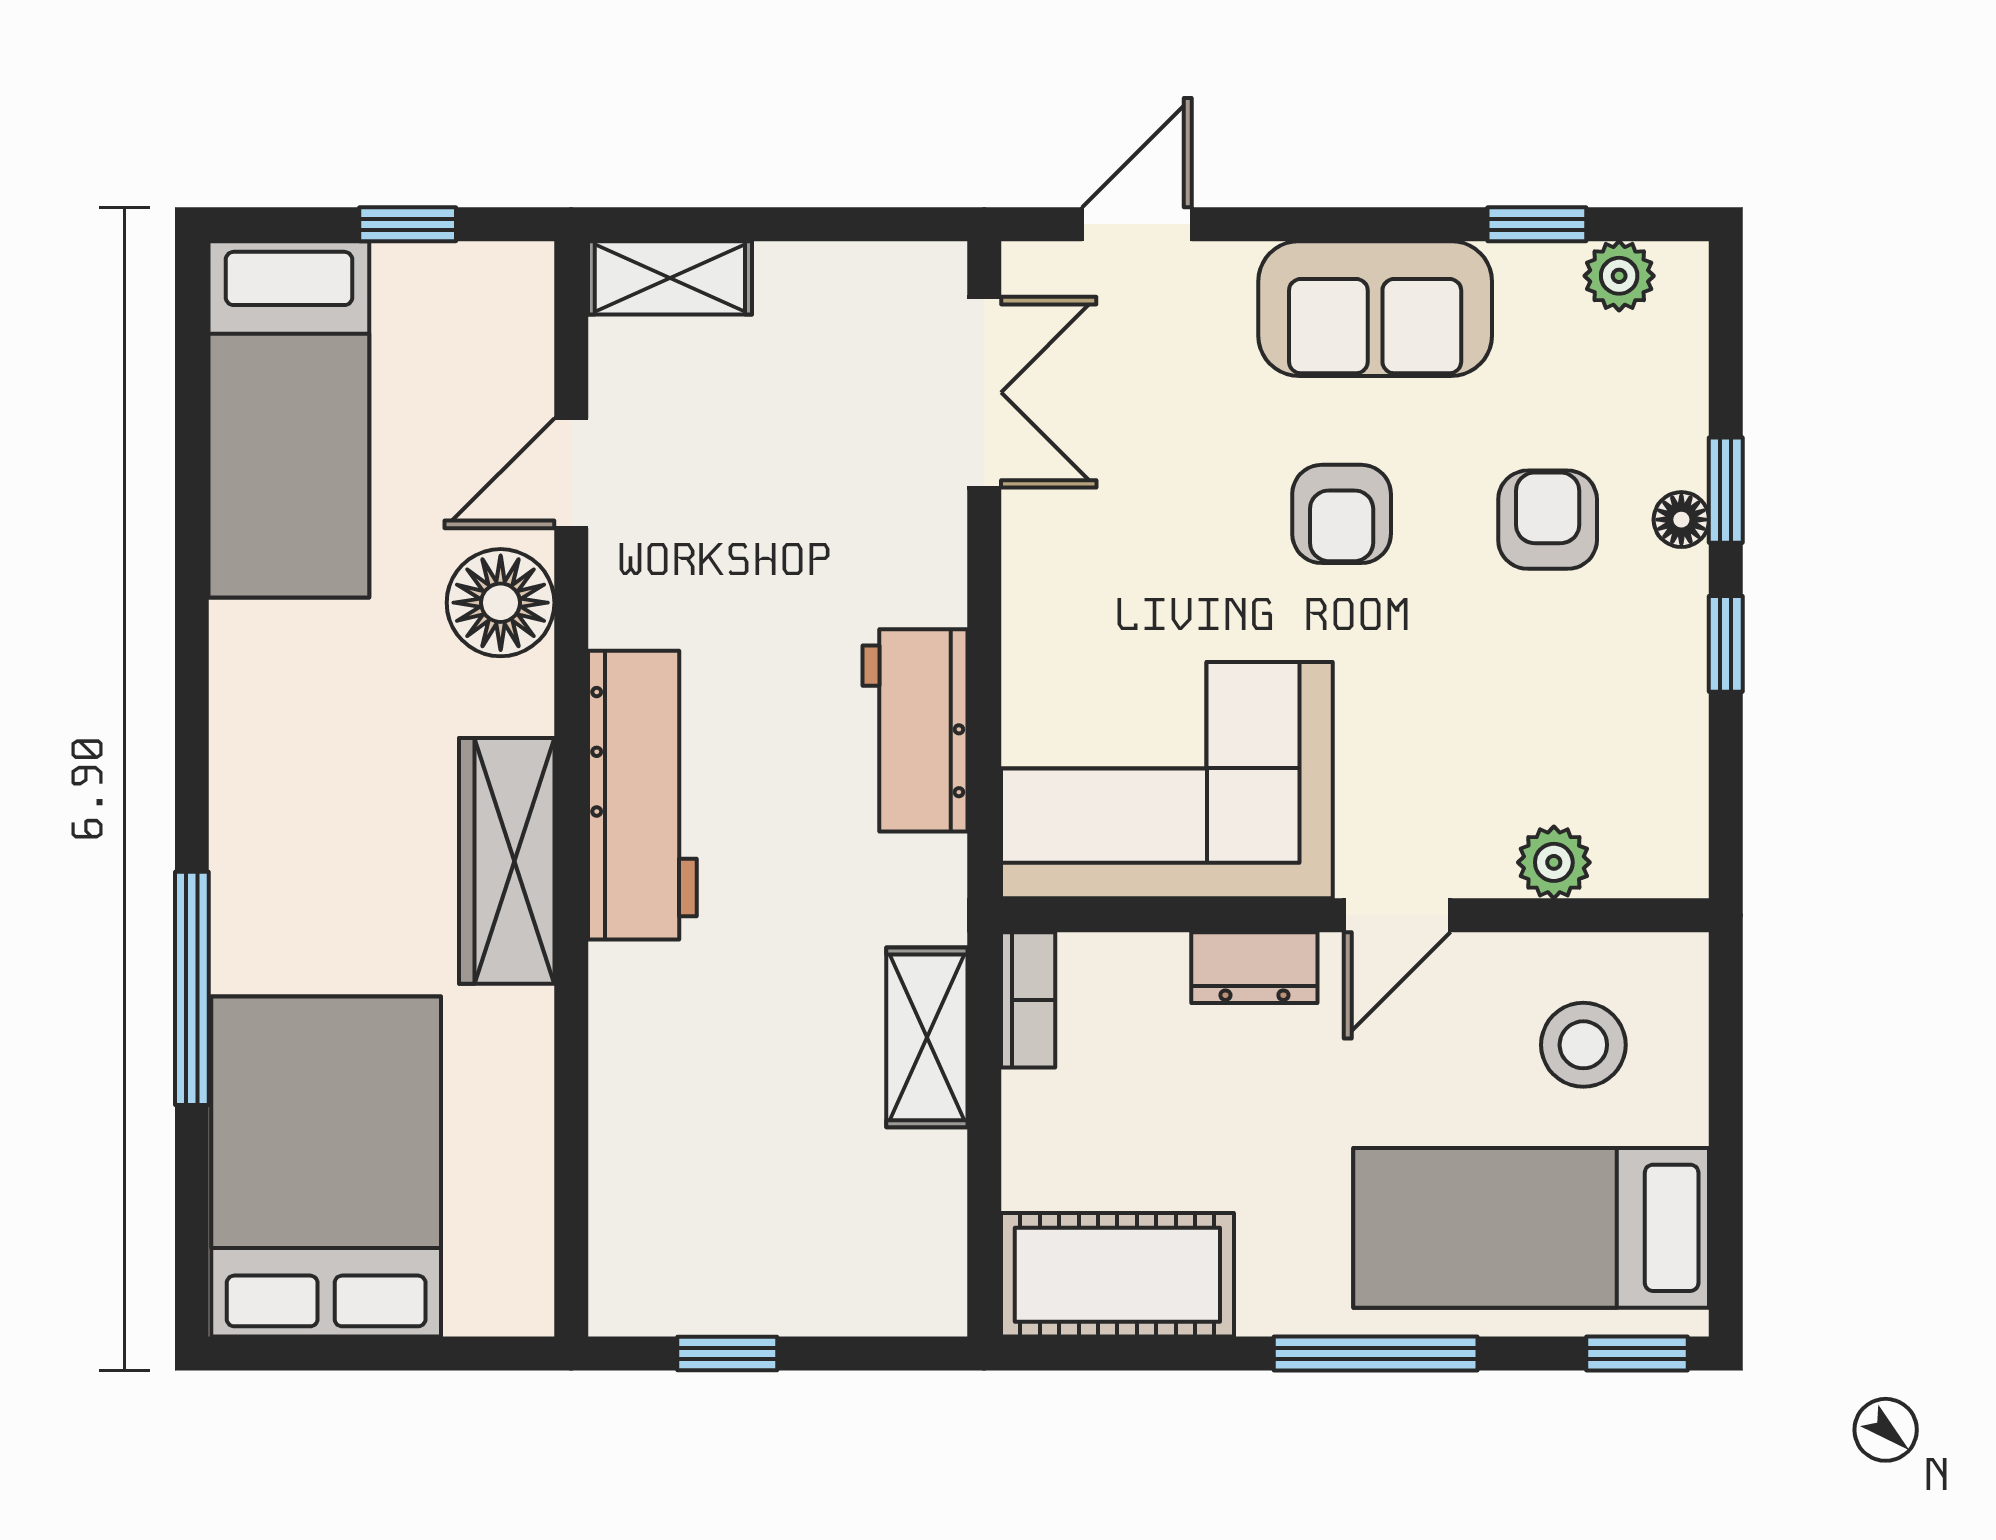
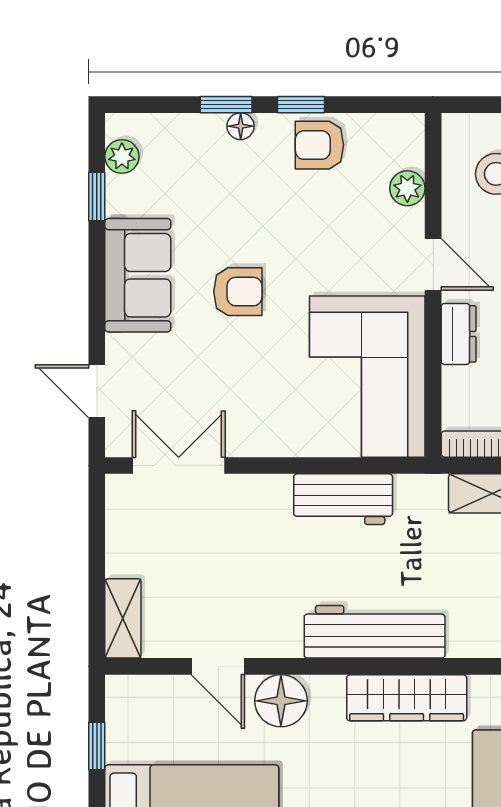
armchair: (1548, 520) -> (319, 145), moved

